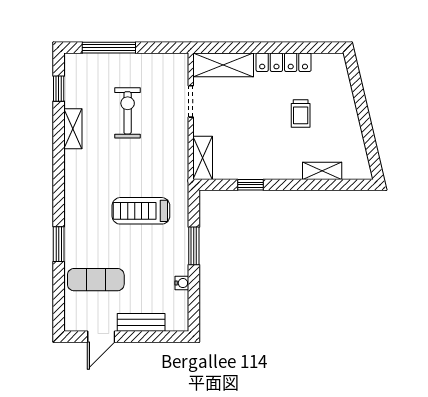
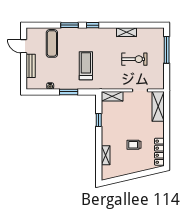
locker: (284, 62) -> (159, 152), moved
window: (59, 89) -> (93, 25), moved

